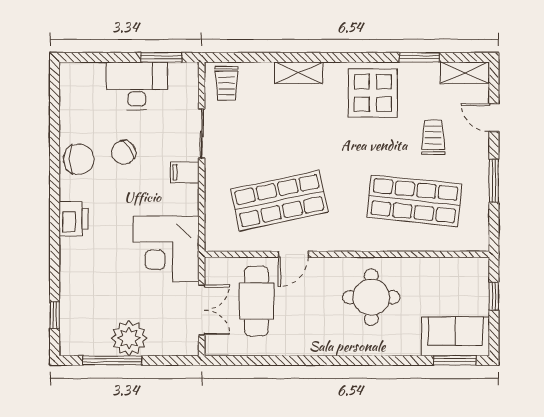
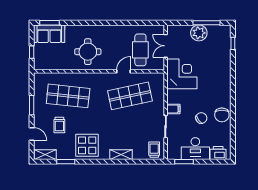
chair: (79, 159) -> (222, 115), turned -90
printer: (74, 219) -> (218, 153), moved, turned 90

